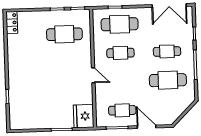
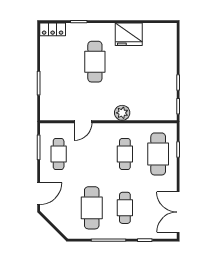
locker: (12, 23) -> (53, 29), moved
cafe table: (64, 34) -> (95, 62), moved
plant: (85, 56) -> (122, 113), added
door: (93, 75) -> (83, 122), moved
fridge: (84, 116) -> (129, 34), moved, turned 180
door: (147, 127) -> (39, 194), moved

